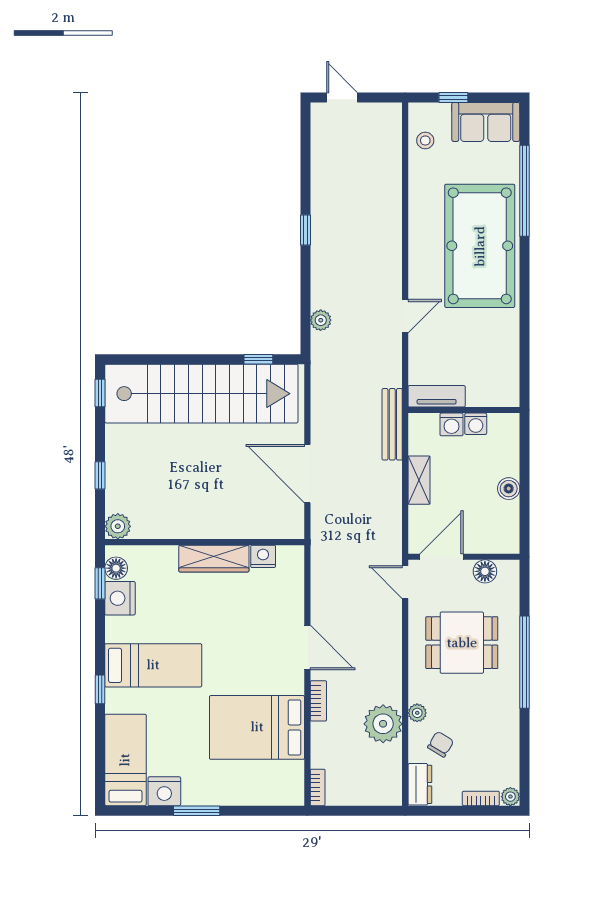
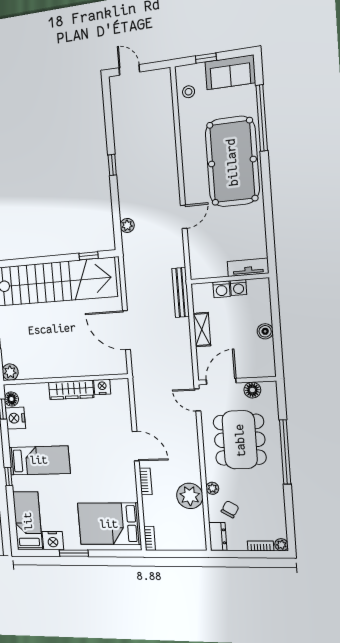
tv unit: (437, 396) -> (248, 267), moved
dining table: (462, 643) -> (240, 440), width x1.38
bed: (257, 727) -> (109, 524), moved

